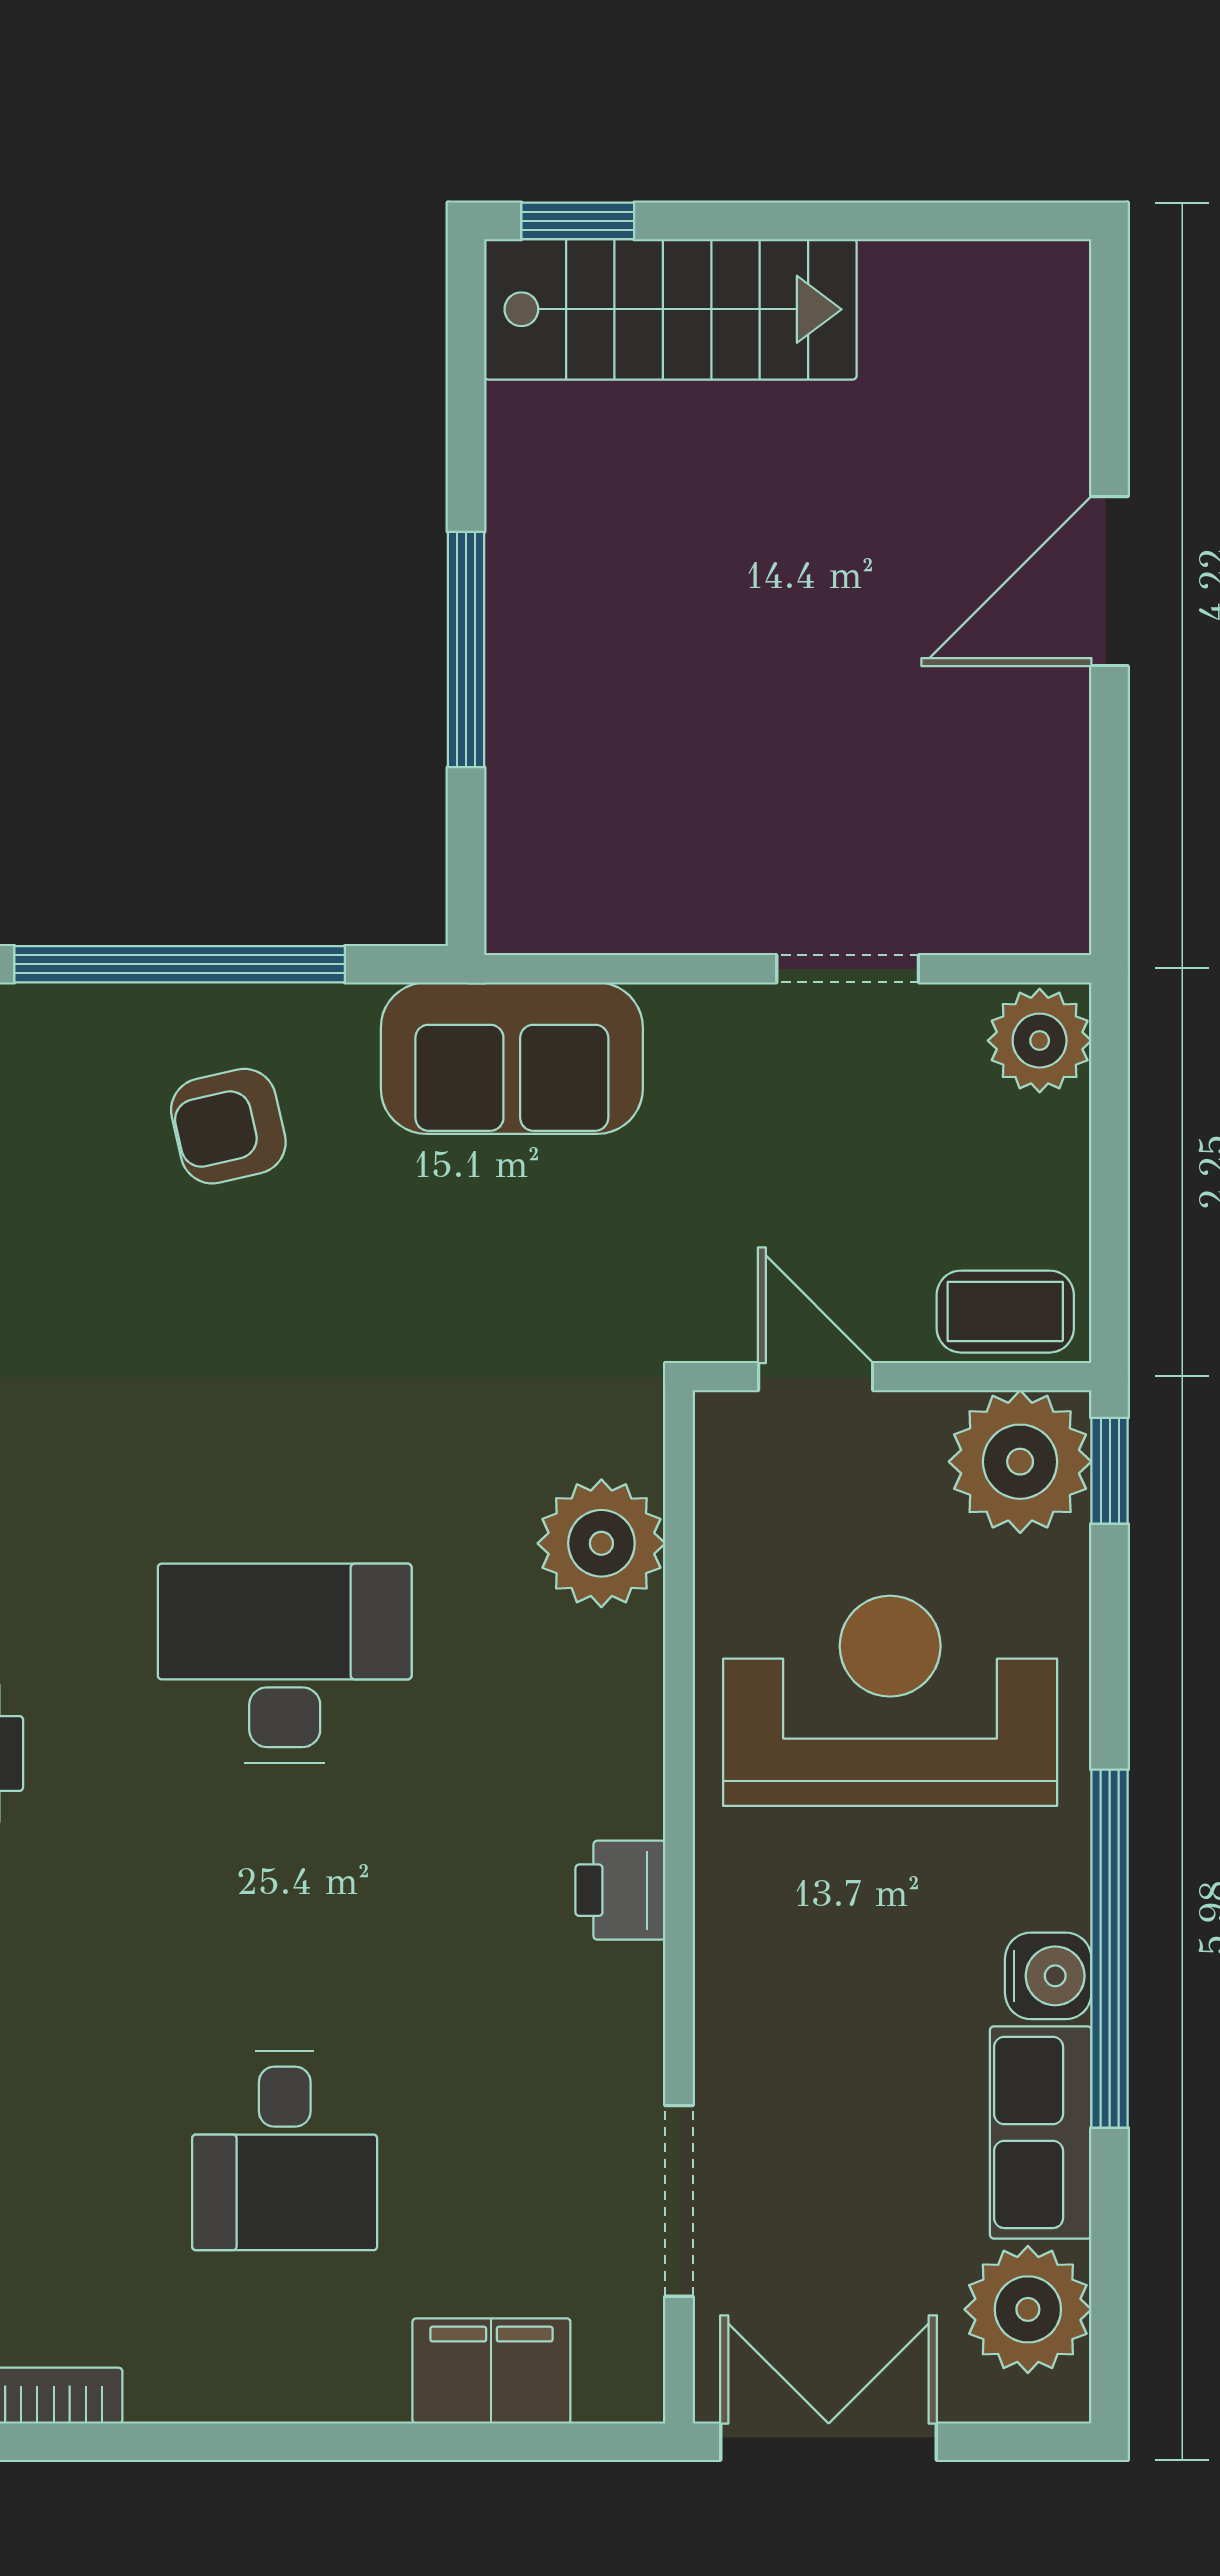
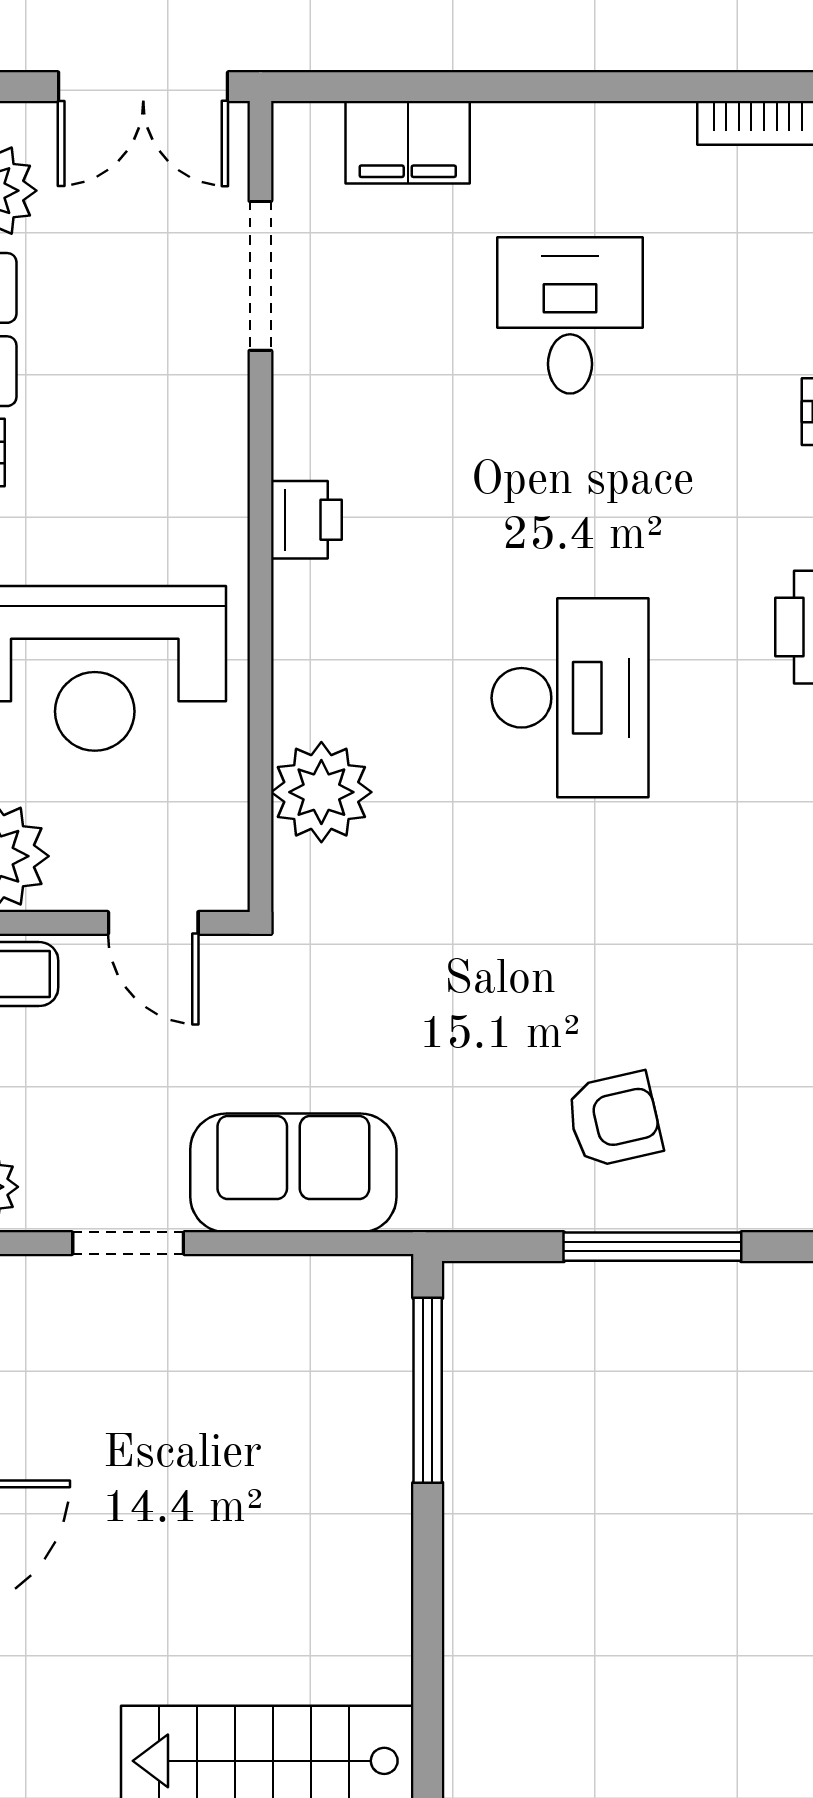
window: (466, 650) -> (428, 1390), moved
window: (180, 964) -> (652, 1247), width x0.68
sofa: (512, 1058) -> (293, 1173), moved
desk: (285, 1663) -> (570, 698), turned -90

